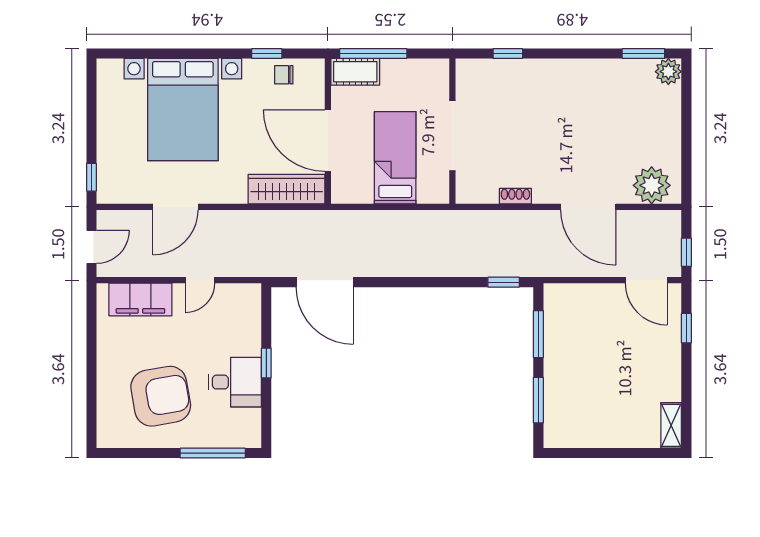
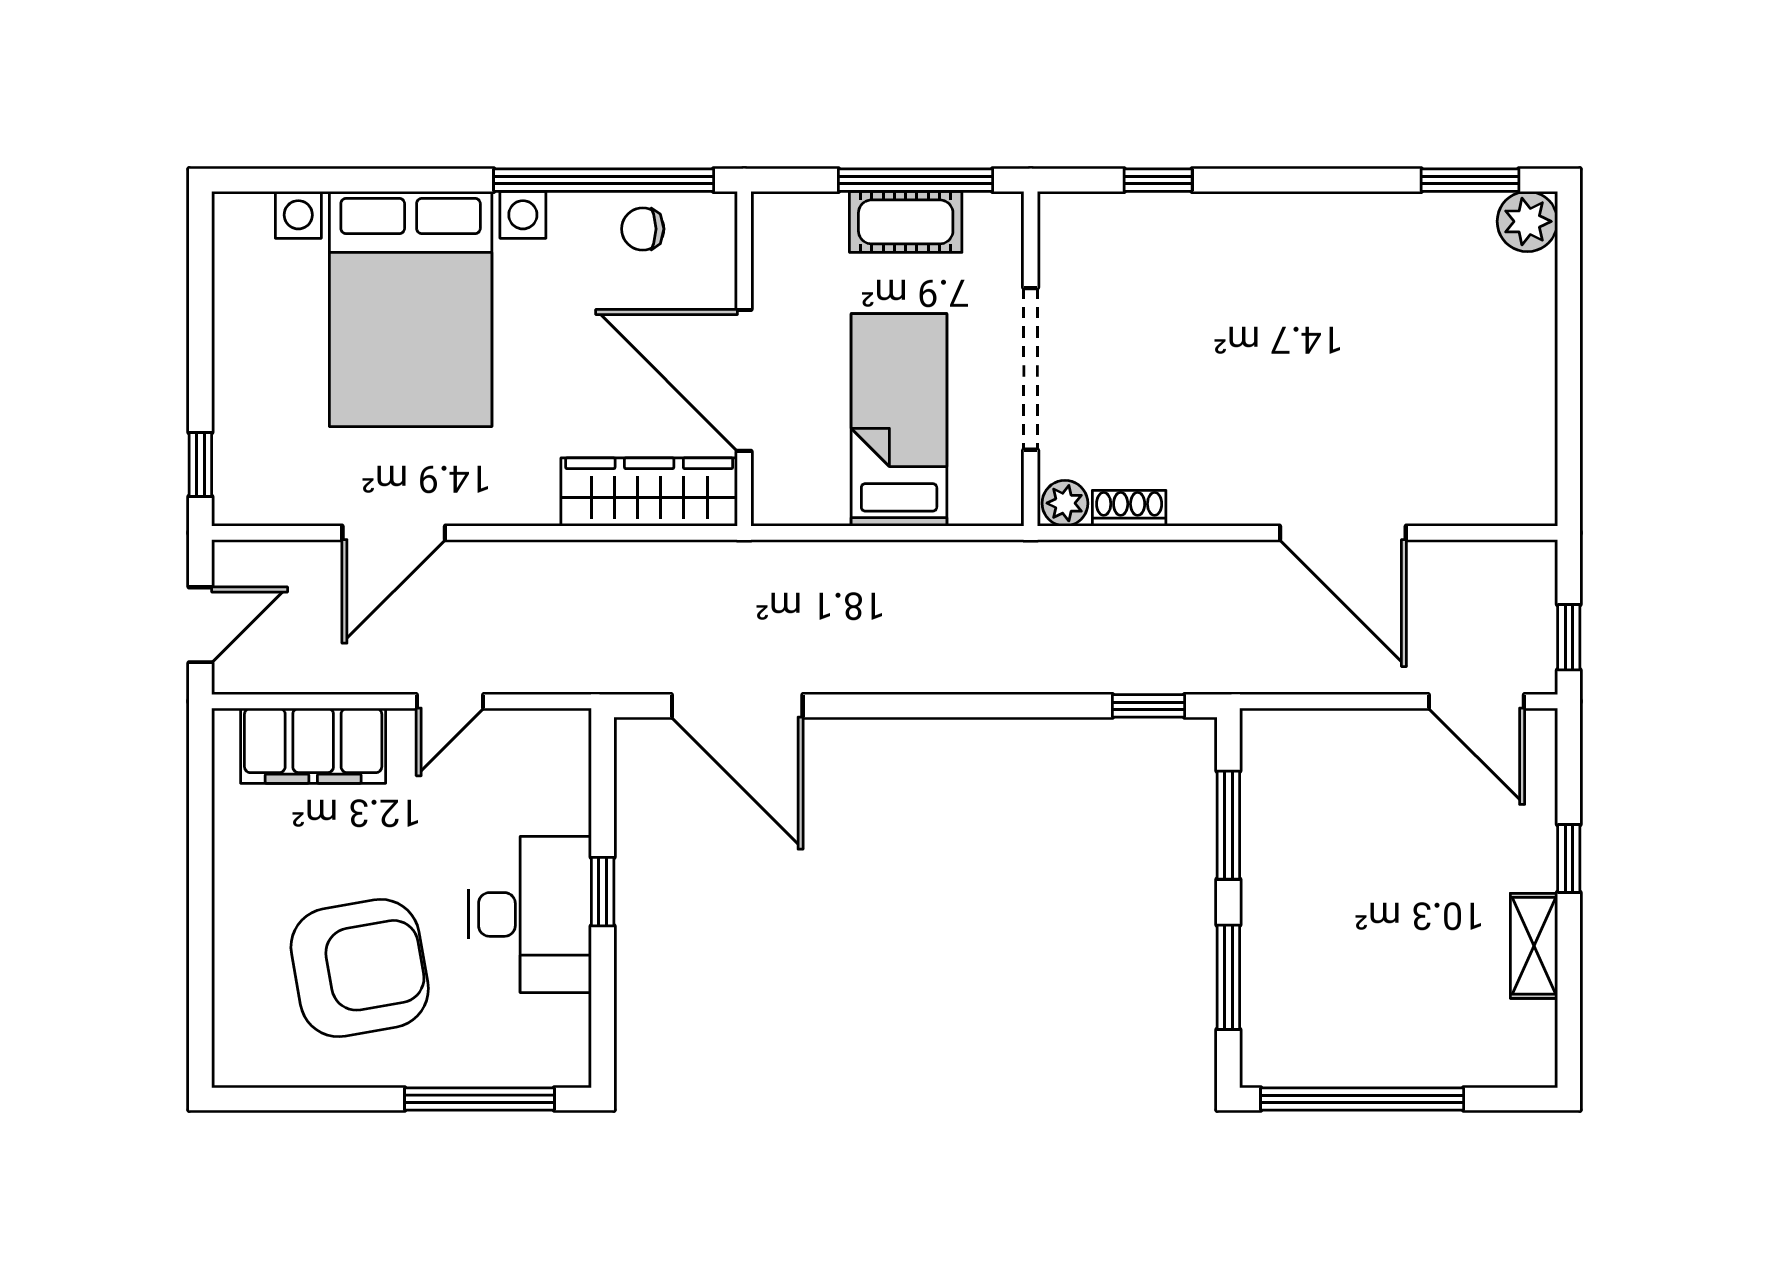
window: (267, 54) -> (604, 180), width x3.17
window: (373, 54) -> (916, 180), moved
cot: (355, 72) -> (906, 222), moved
plant: (652, 185) -> (1065, 503), moved, width x0.53, depth x0.53
shoe rack: (515, 196) -> (1129, 508), moved
window: (686, 328) -> (1569, 858), moved
desk: (235, 382) -> (530, 914), width x1.37
shelving: (671, 425) -> (1534, 946), moved
window: (597, 453) -> (1362, 1099), added

